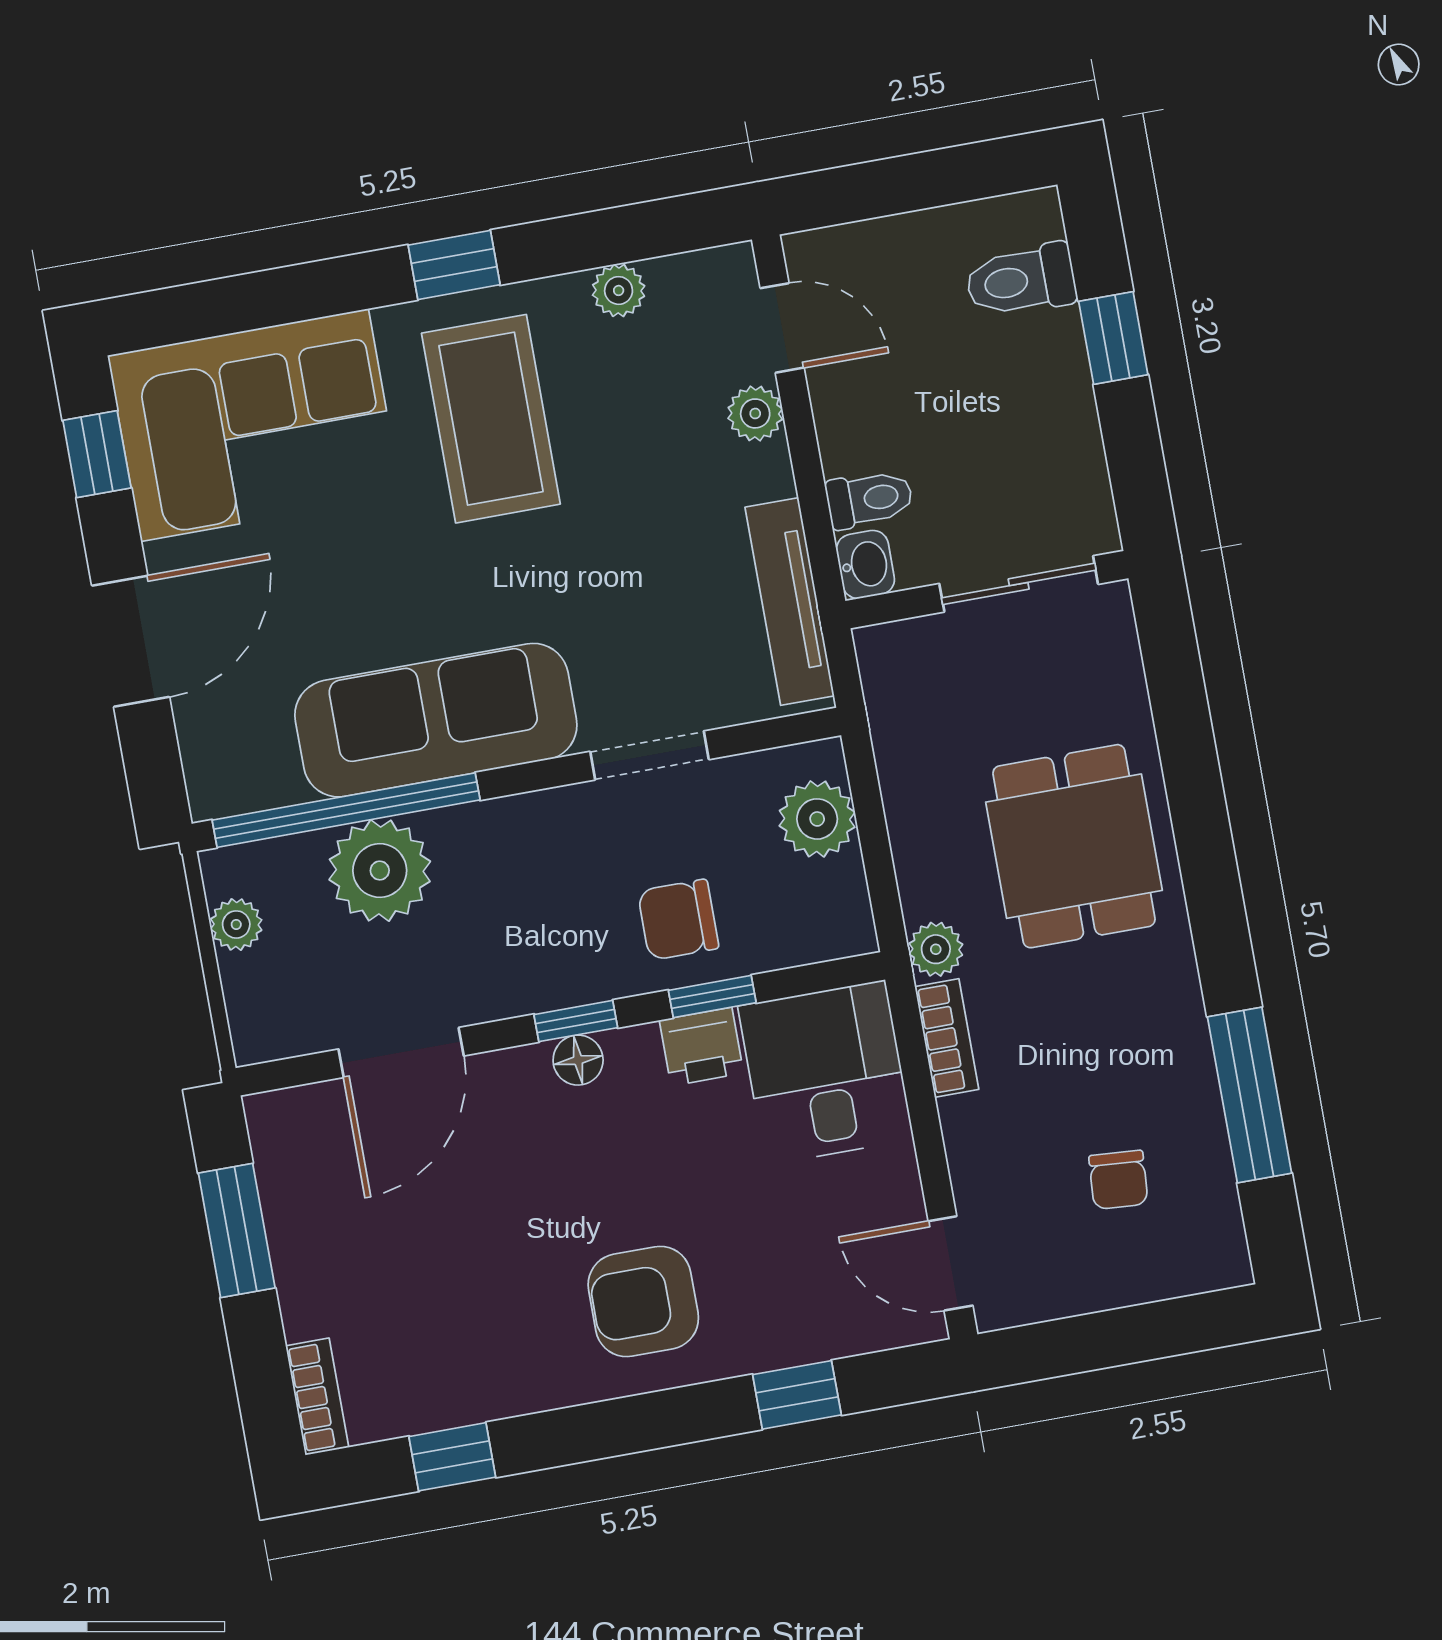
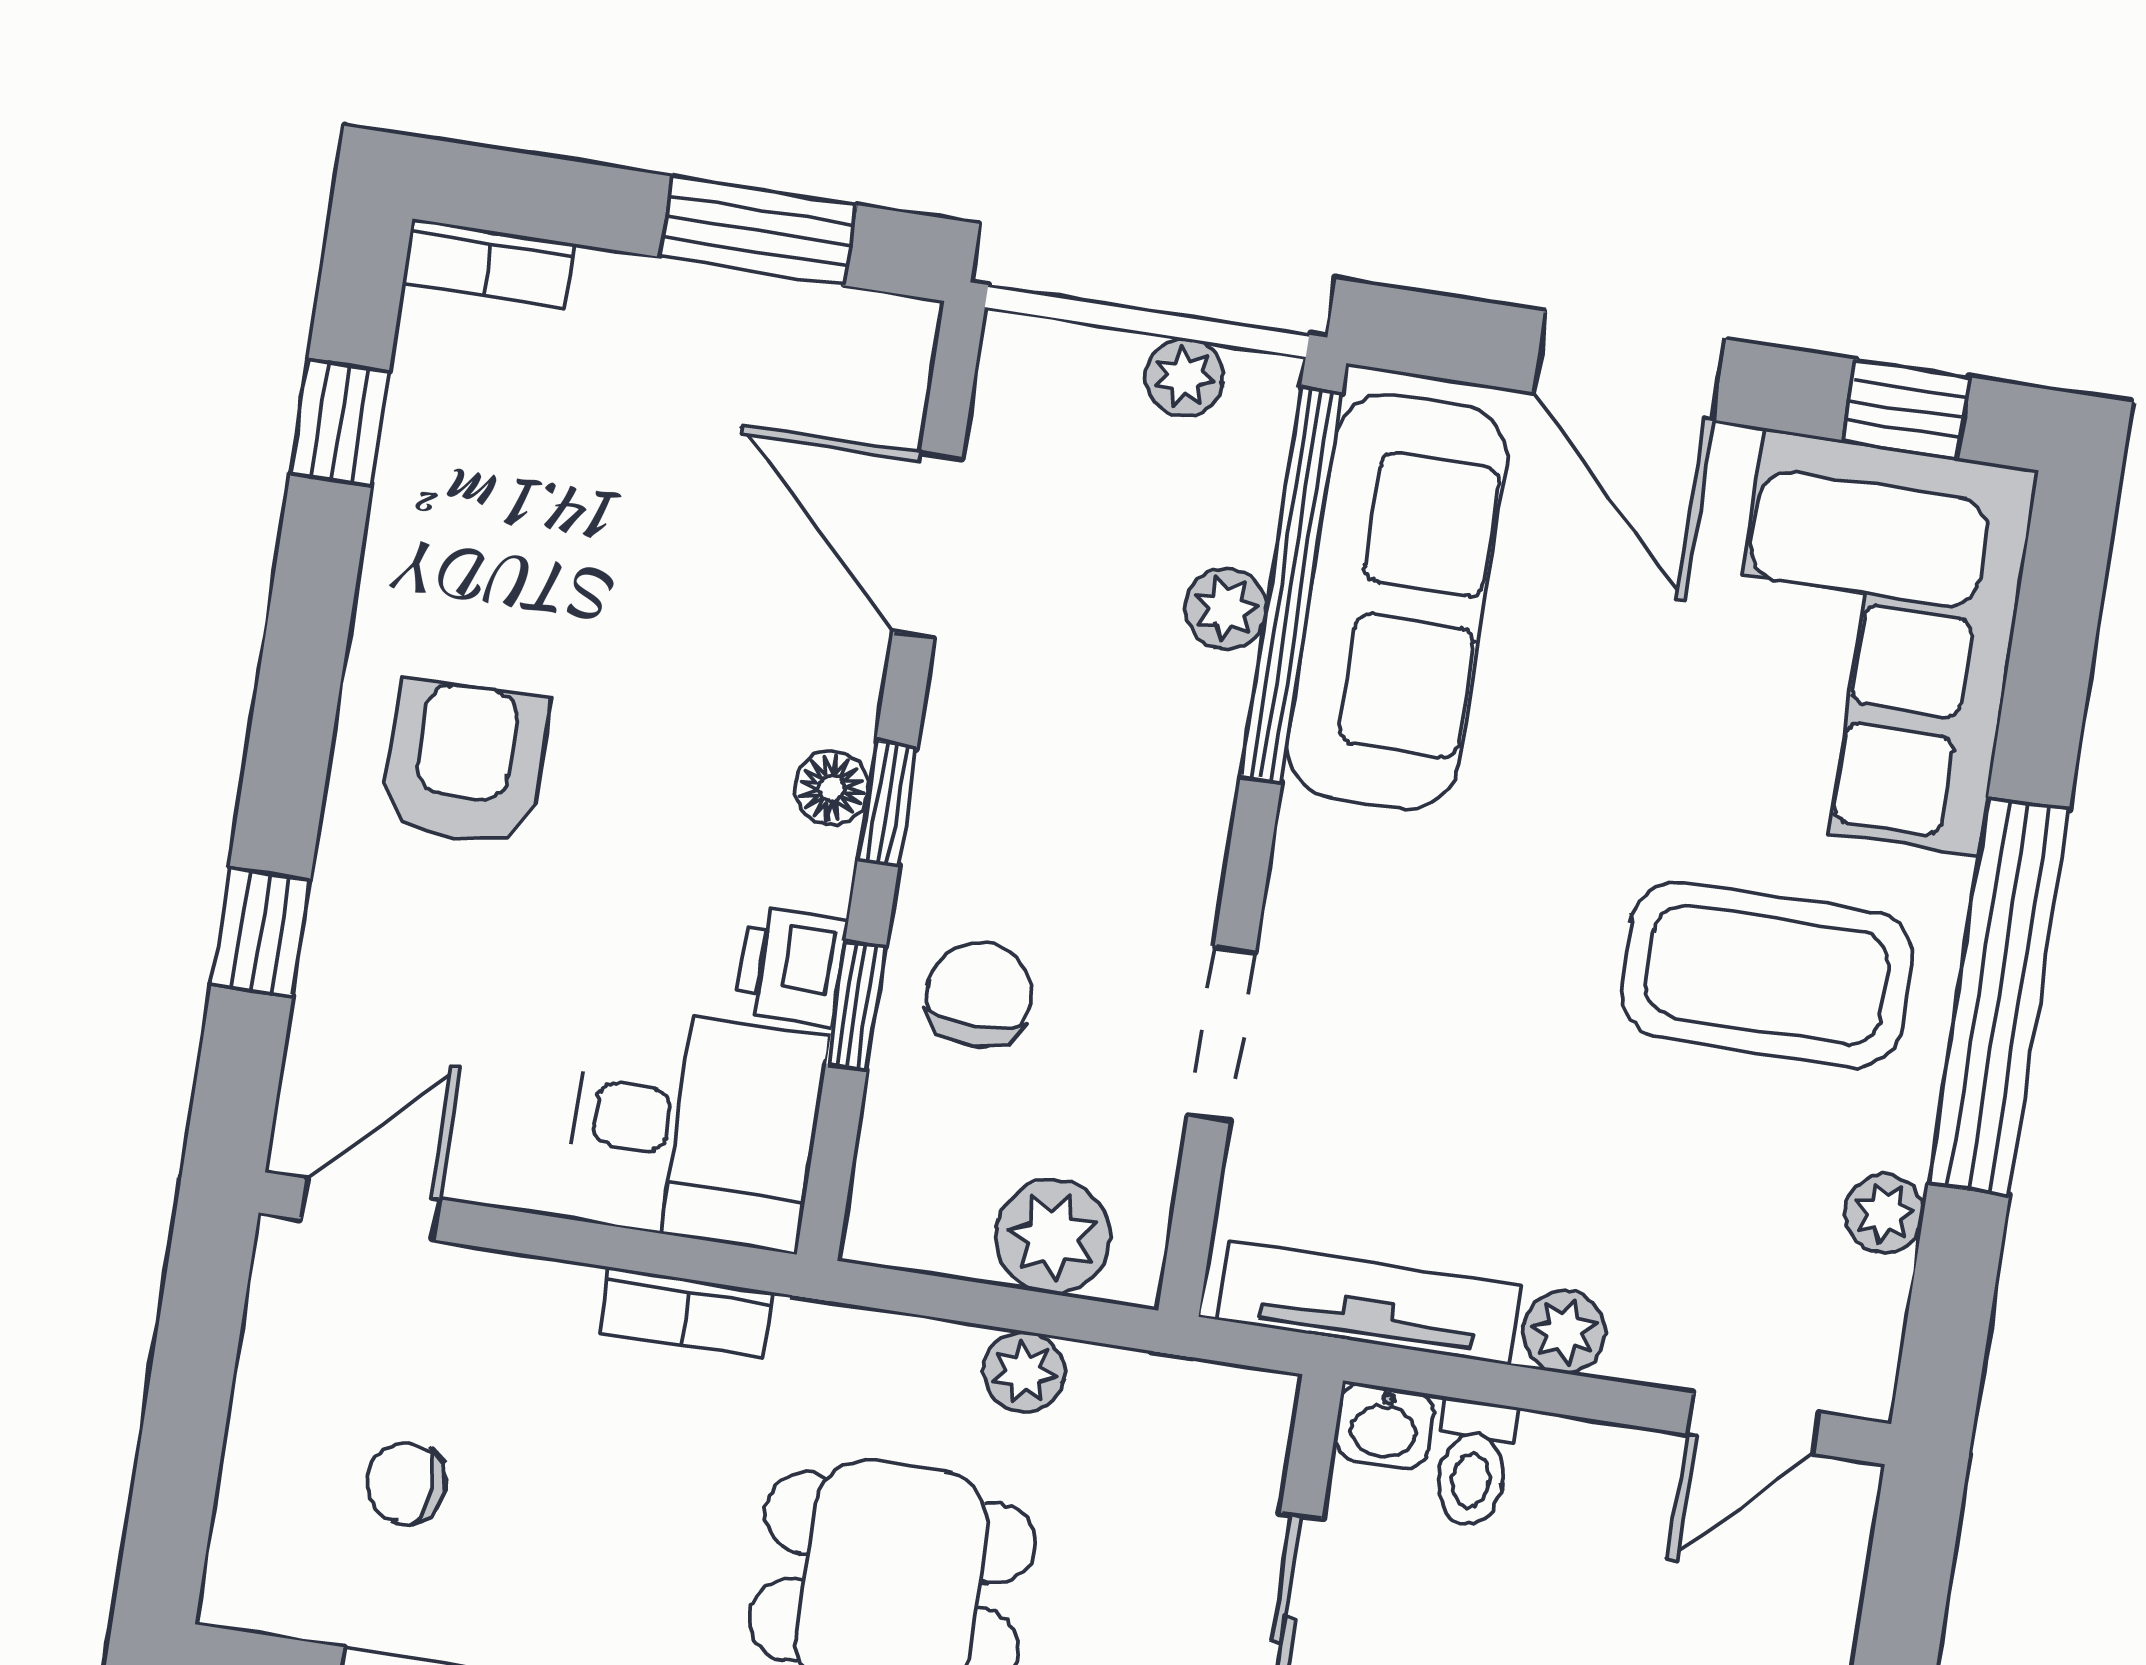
window: (454, 265) -> (1999, 997), width x3.17
plant: (755, 413) -> (1564, 1332), moved
sofa: (436, 720) -> (1397, 602), moved
plant: (380, 870) -> (1226, 608), width x0.53, depth x0.53
plant: (936, 949) -> (1024, 1372), moved

